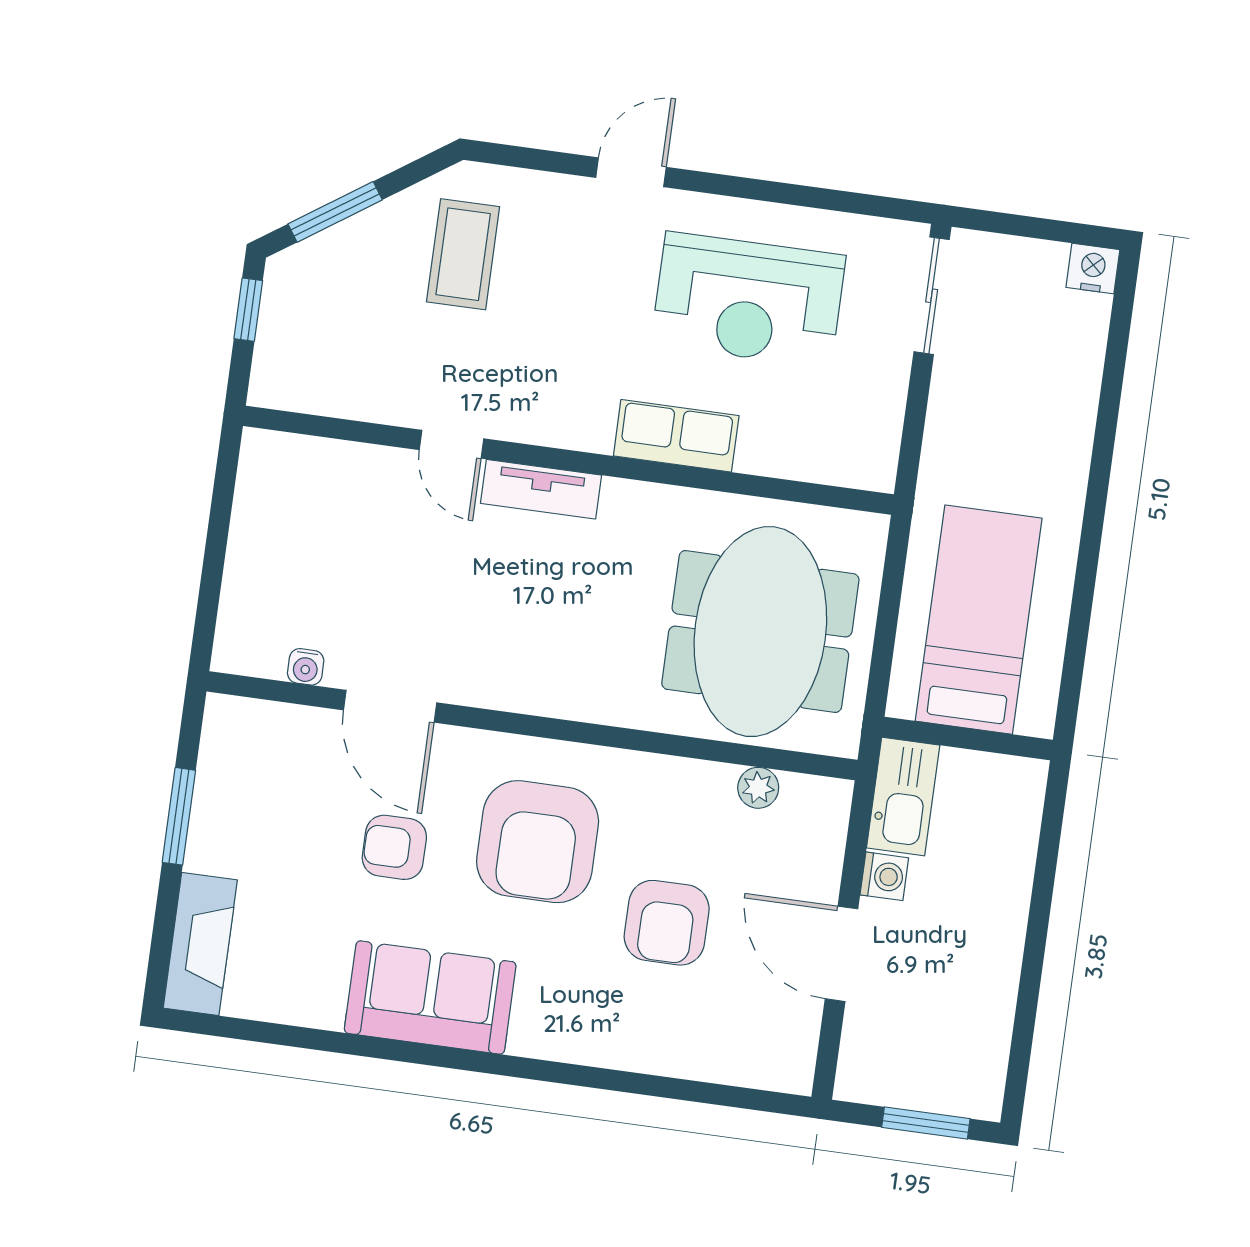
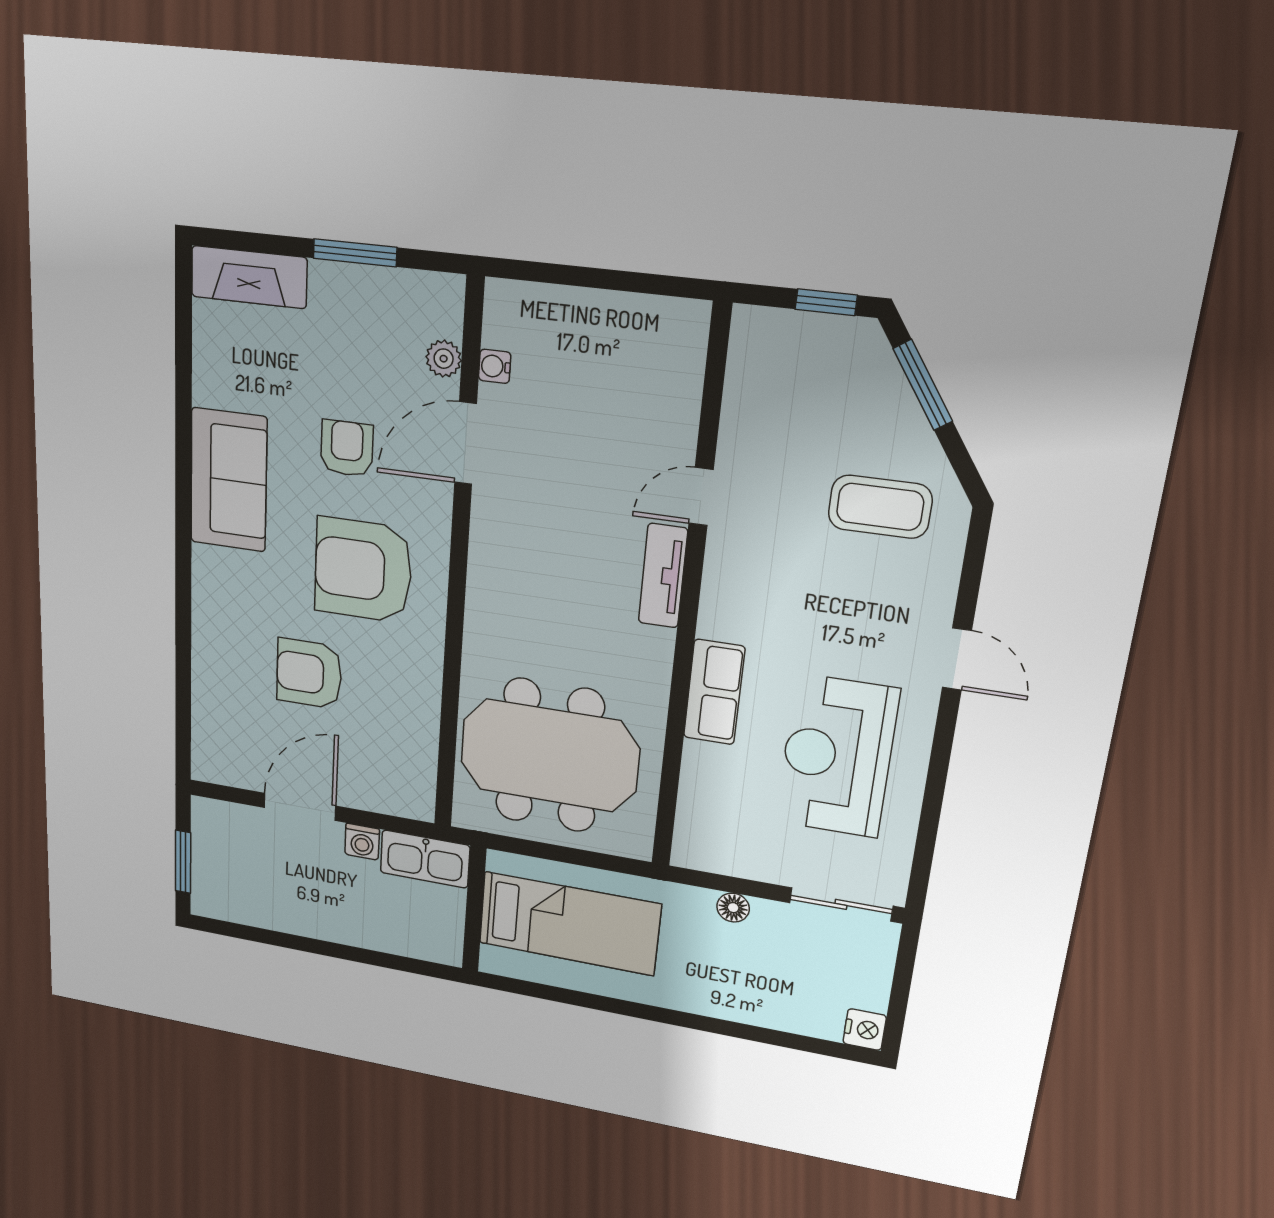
floor lamp: (944, 420) -> (733, 908), added
plant: (758, 788) -> (444, 359), moved

